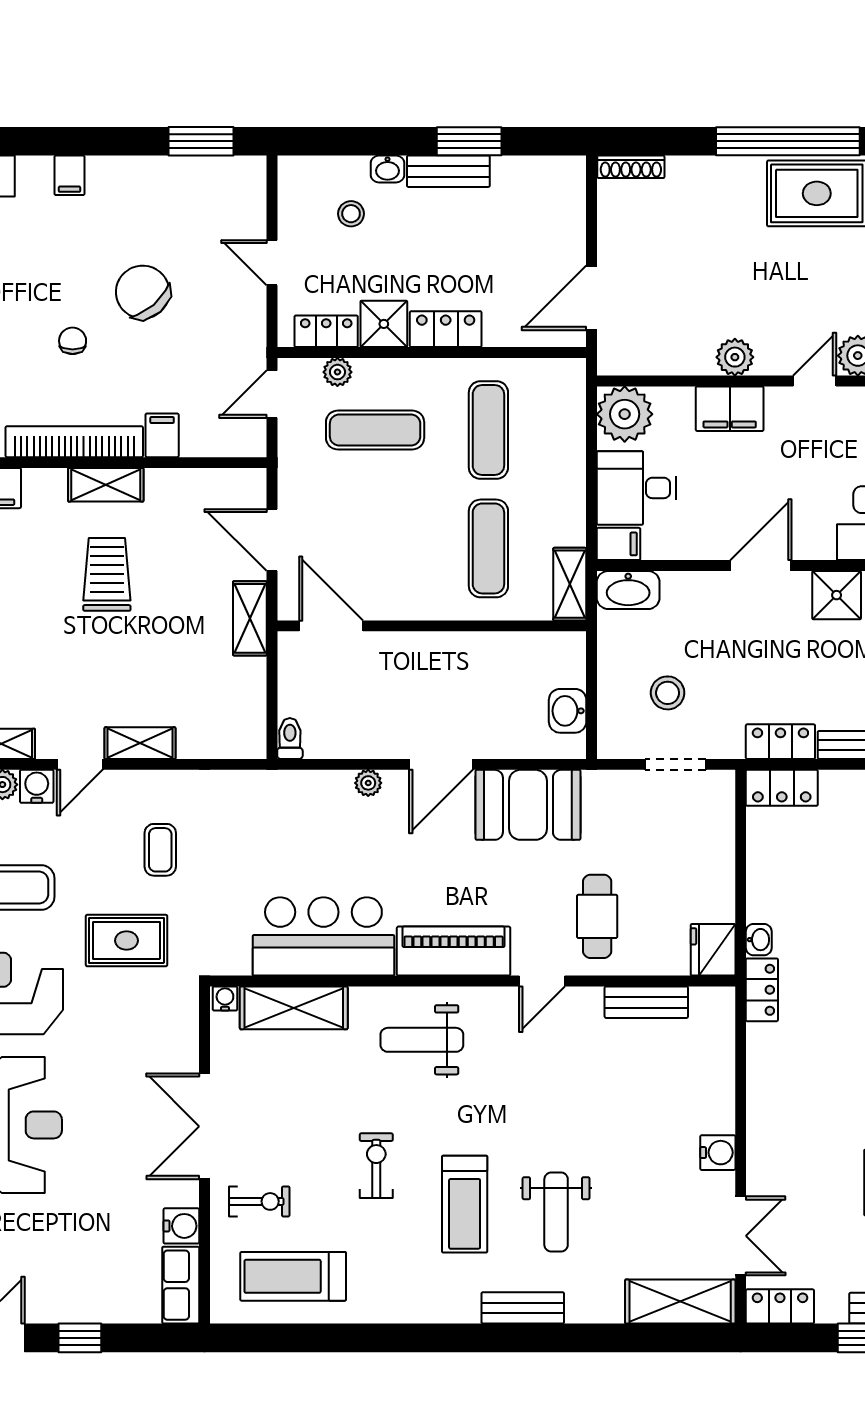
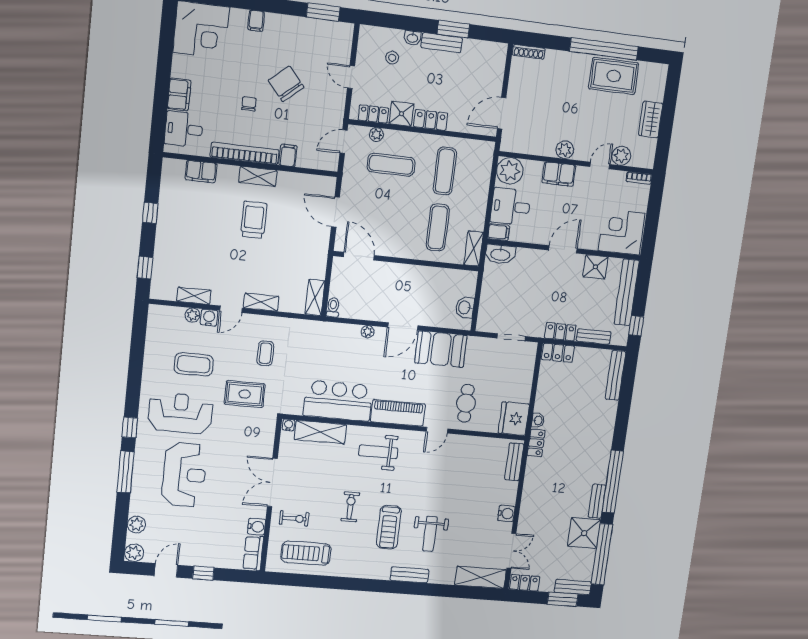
shelving: (250, 618) -> (315, 297), moved
stool: (668, 693) -> (512, 304), removed
fridge: (713, 950) -> (514, 419), width x1.36, depth x1.34
bench: (646, 1002) -> (514, 462), moved, turned 90

